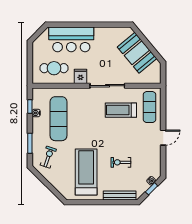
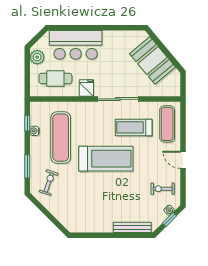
plant: (38, 50) -> (37, 57), added
door: (163, 138) -> (183, 160), swing flipped
exercise bike: (121, 162) -> (163, 189), moved
treadmill: (86, 172) -> (106, 159), moved, turned 90

